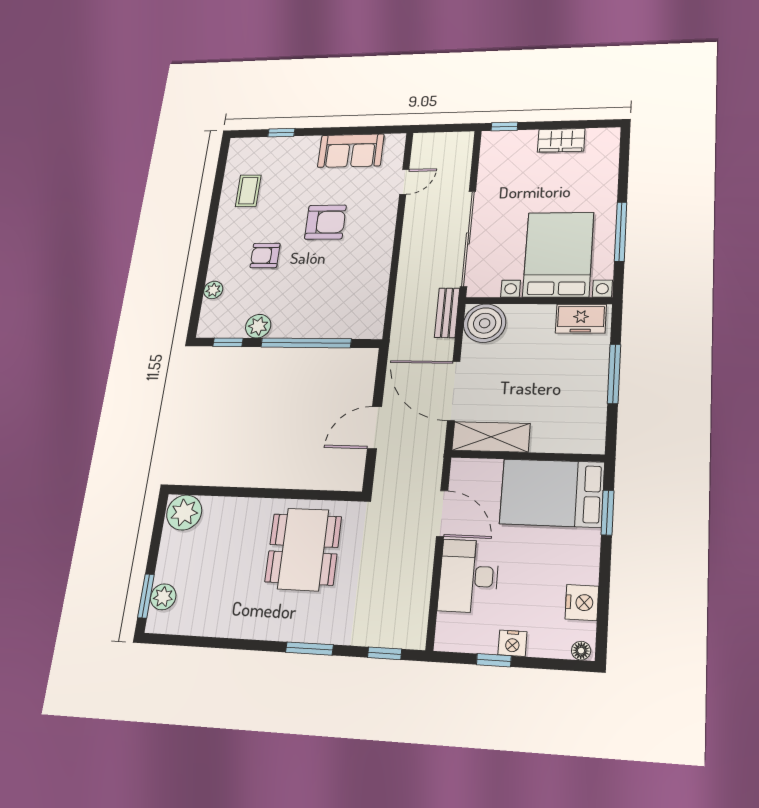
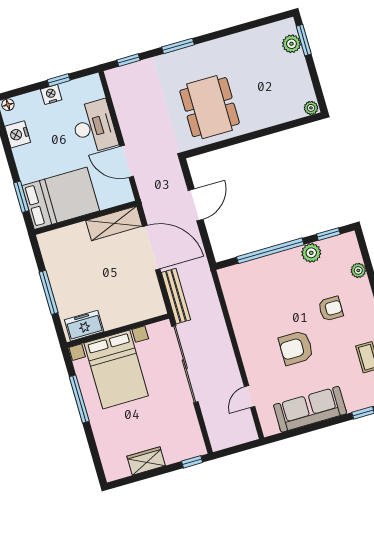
sofa: (351, 151) -> (310, 409), width x1.36
bench: (447, 313) -> (176, 296), width x1.36
boiler: (485, 323) -> (149, 303), removed
plant: (184, 512) -> (311, 108), width x0.53, depth x0.53

